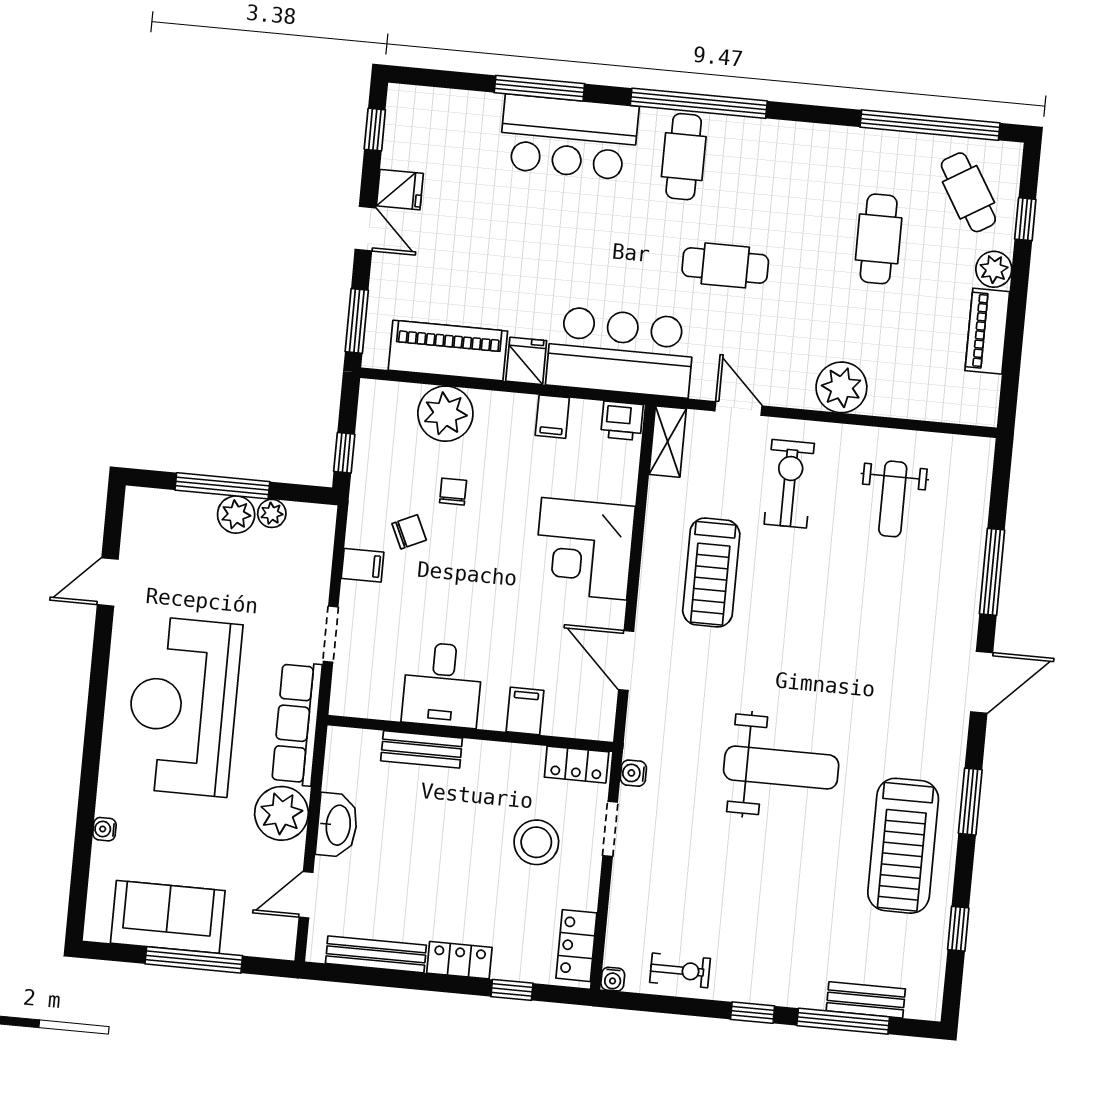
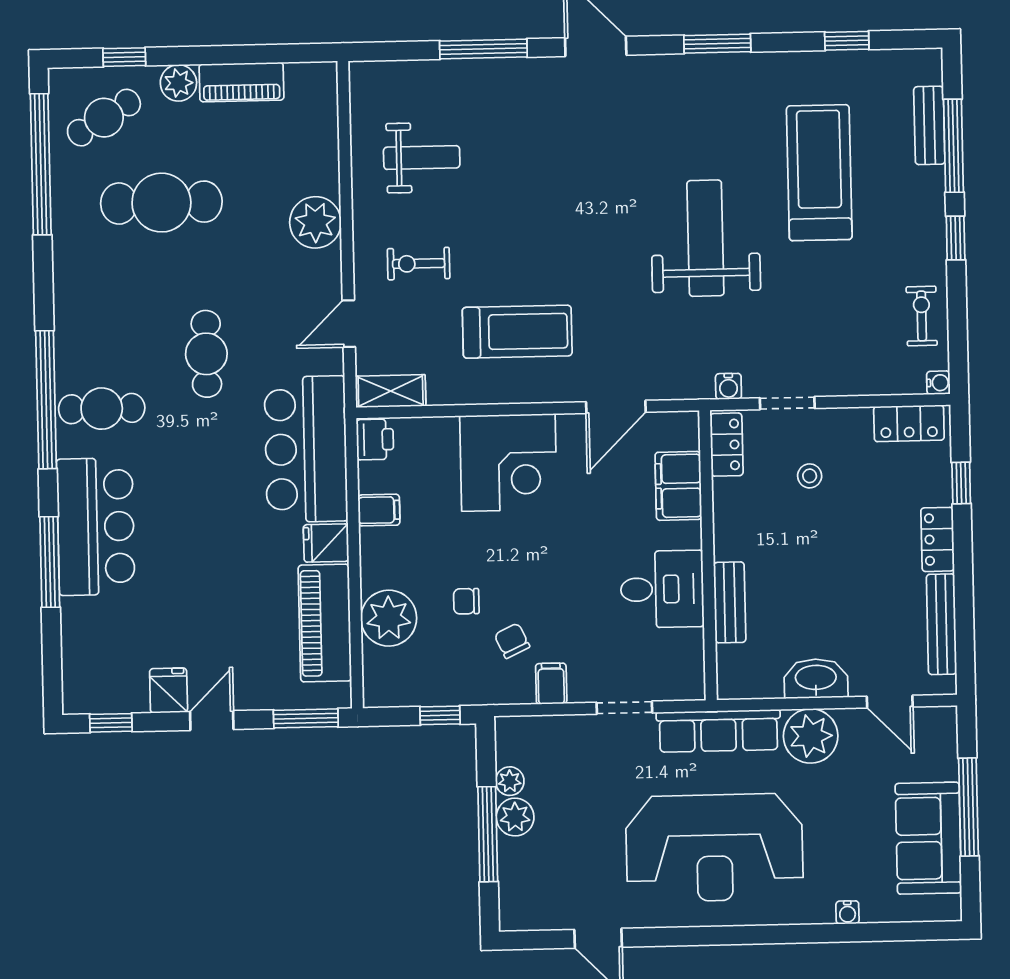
cafe table: (879, 239) -> (161, 203), width x1.37, depth x1.35
exercise bike: (789, 484) -> (419, 264), width x0.73, depth x0.72
filing cabinet: (525, 711) -> (678, 486), width x2.00
stool: (536, 842) -> (810, 476), width x0.53, depth x0.53
treadmill: (903, 846) -> (819, 173), moved, turned -90

